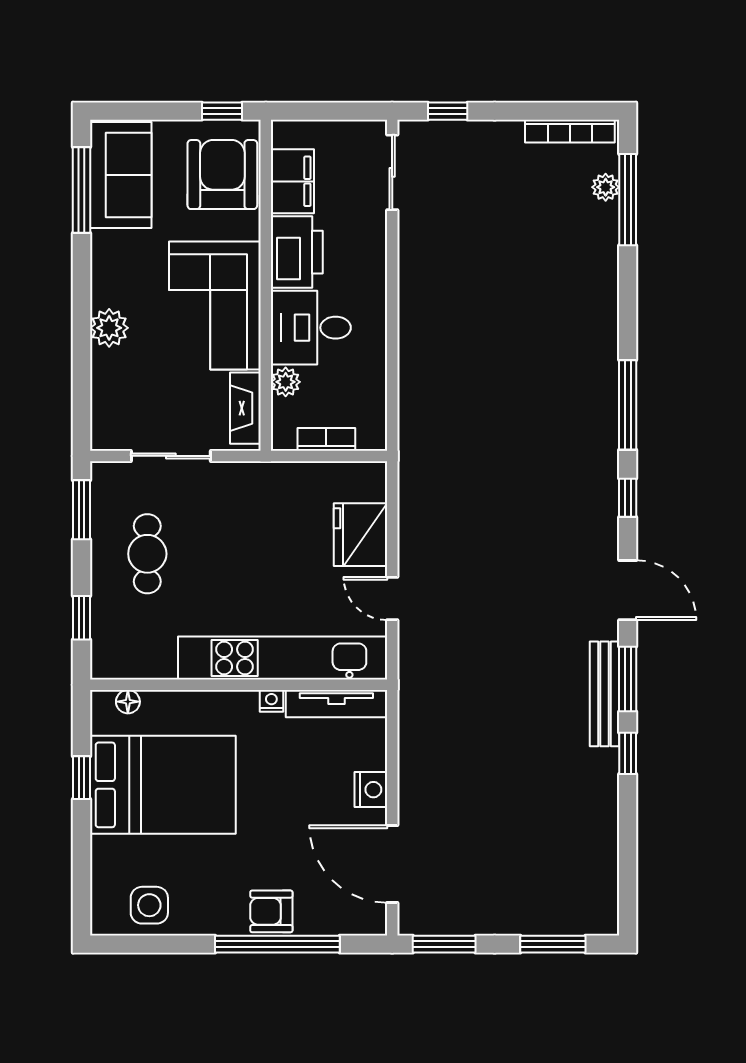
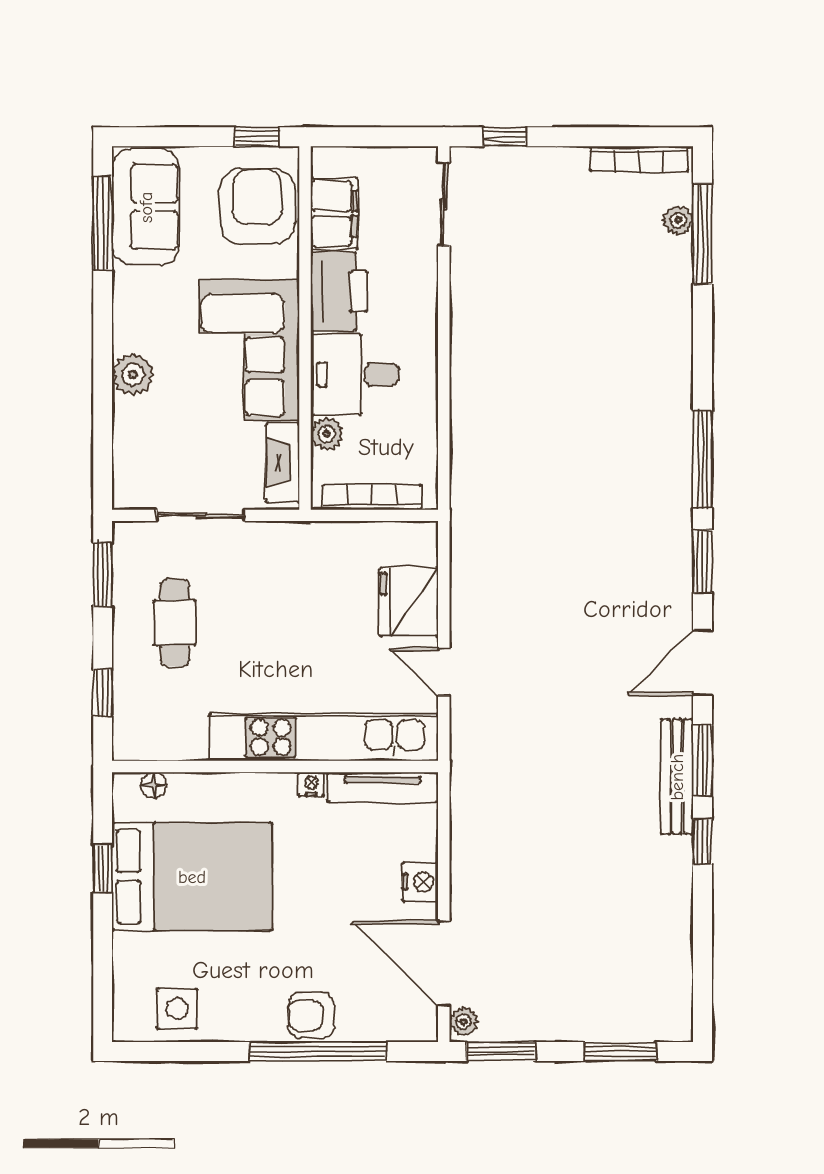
bookcase: (326, 439) -> (372, 497), width x1.56
window: (628, 498) -> (702, 561), width x1.50
door: (628, 590) -> (702, 663), swing flipped
plant: (410, 917) -> (463, 1022), added

